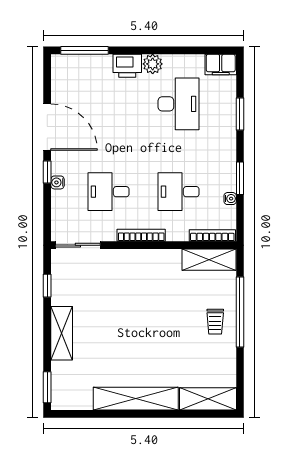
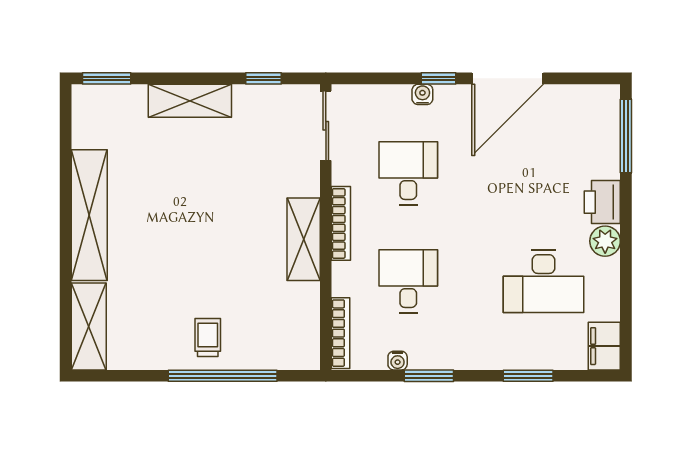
shelving: (209, 260) -> (304, 239), moved
trolley: (215, 322) -> (208, 338), turned 90

